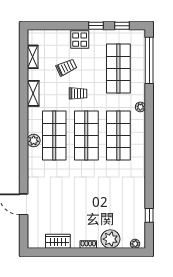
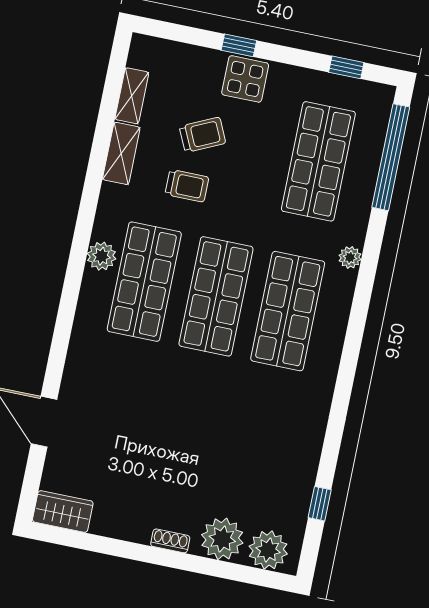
window: (96, 26) -> (239, 45), moved
shelving: (33, 93) -> (121, 153), moved
trolley: (78, 93) -> (187, 186), moved
plant: (34, 141) -> (102, 256), moved
wardrobe: (58, 241) -> (63, 511), moved
plant: (135, 244) -> (268, 550), width x1.87, depth x1.87

